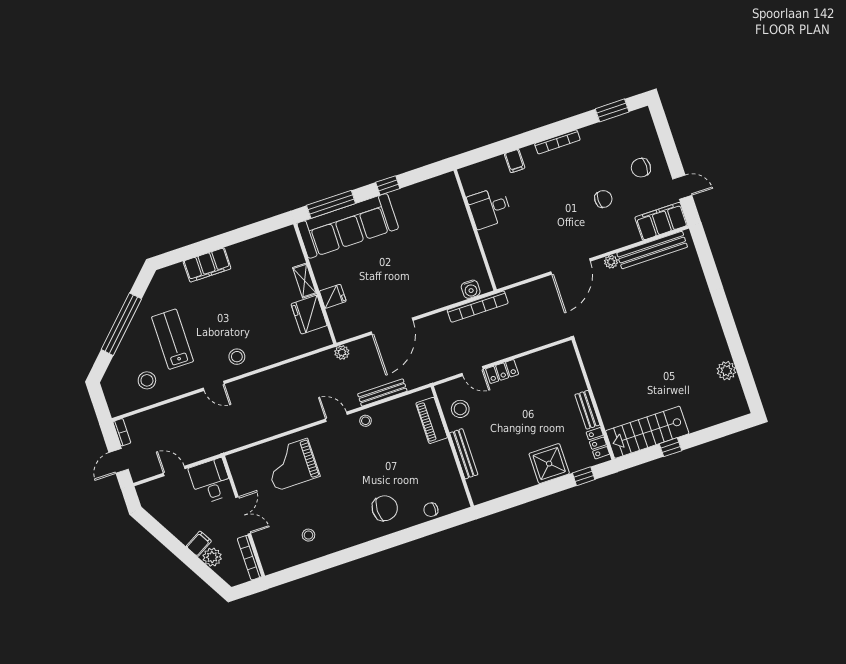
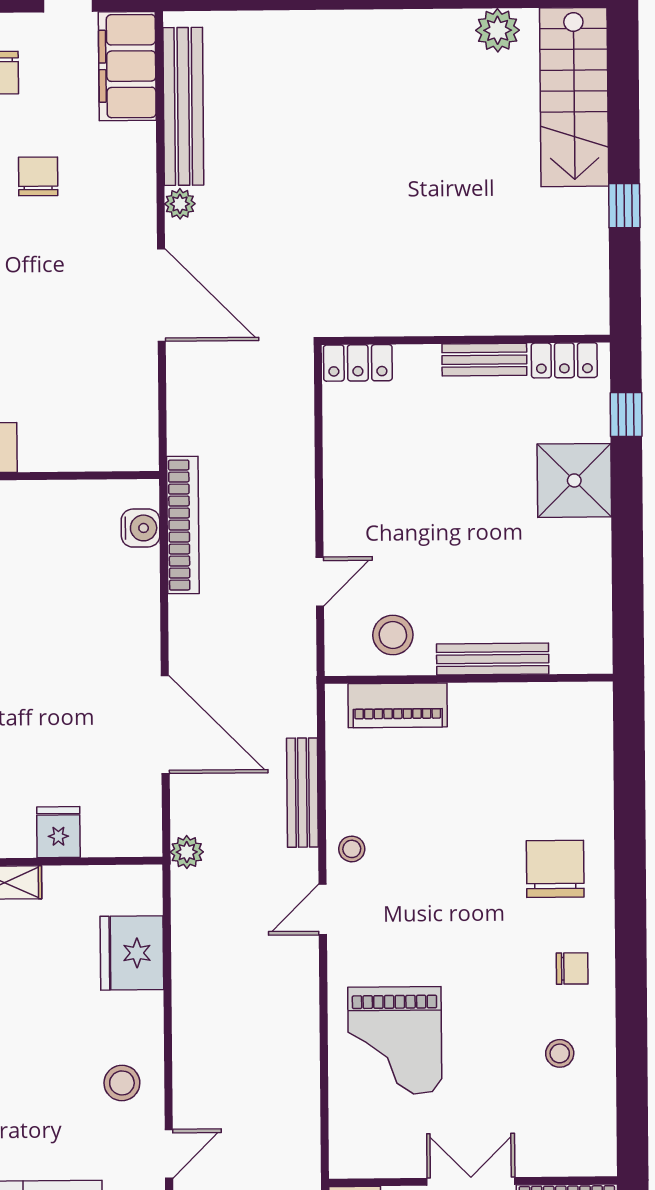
fridge: (309, 315) -> (132, 953), moved, turned 90
locker: (502, 372) -> (358, 363), moved, turned 90
stairs: (647, 432) -> (574, 97), moved
chair: (431, 510) -> (572, 968), moved, turned -90

